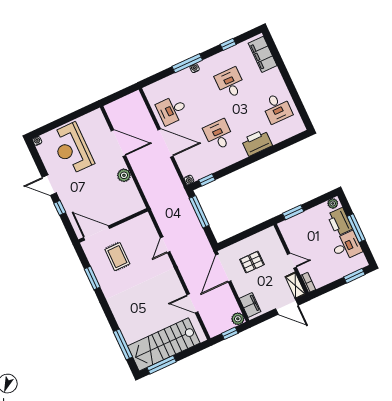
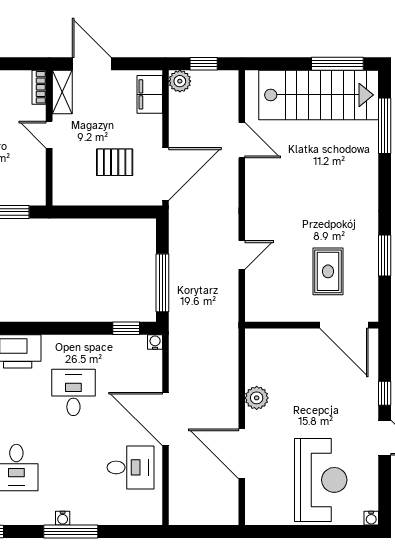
desk: (219, 135) -> (73, 392), turned 180

